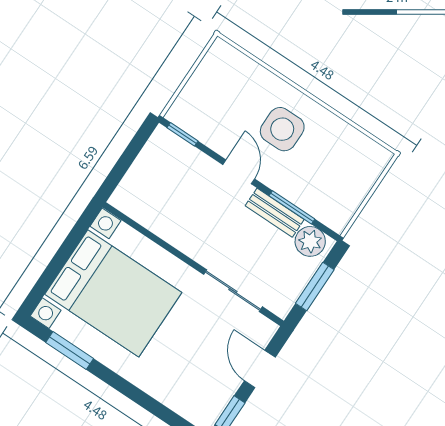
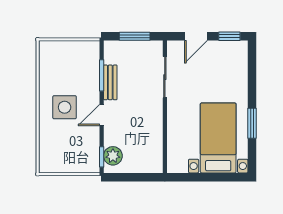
plant: (310, 241) -> (113, 156), moved
bed with nightstands: (113, 293) -> (218, 138), width x0.73
window: (70, 351) -> (252, 123), moved

